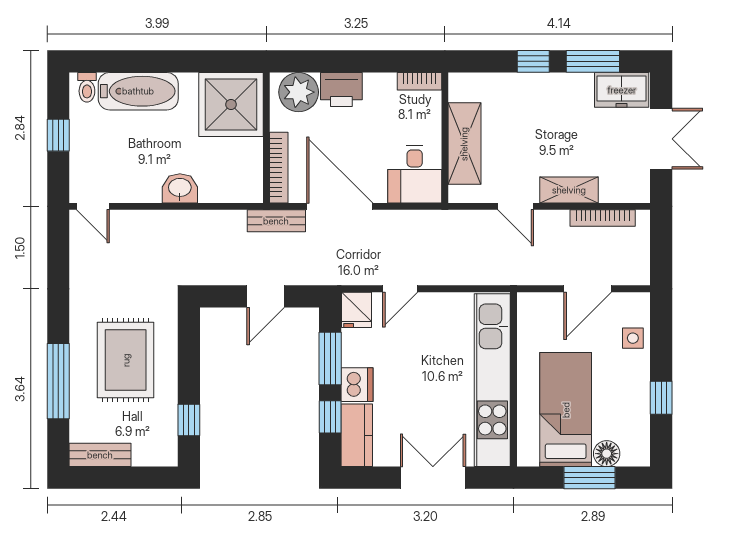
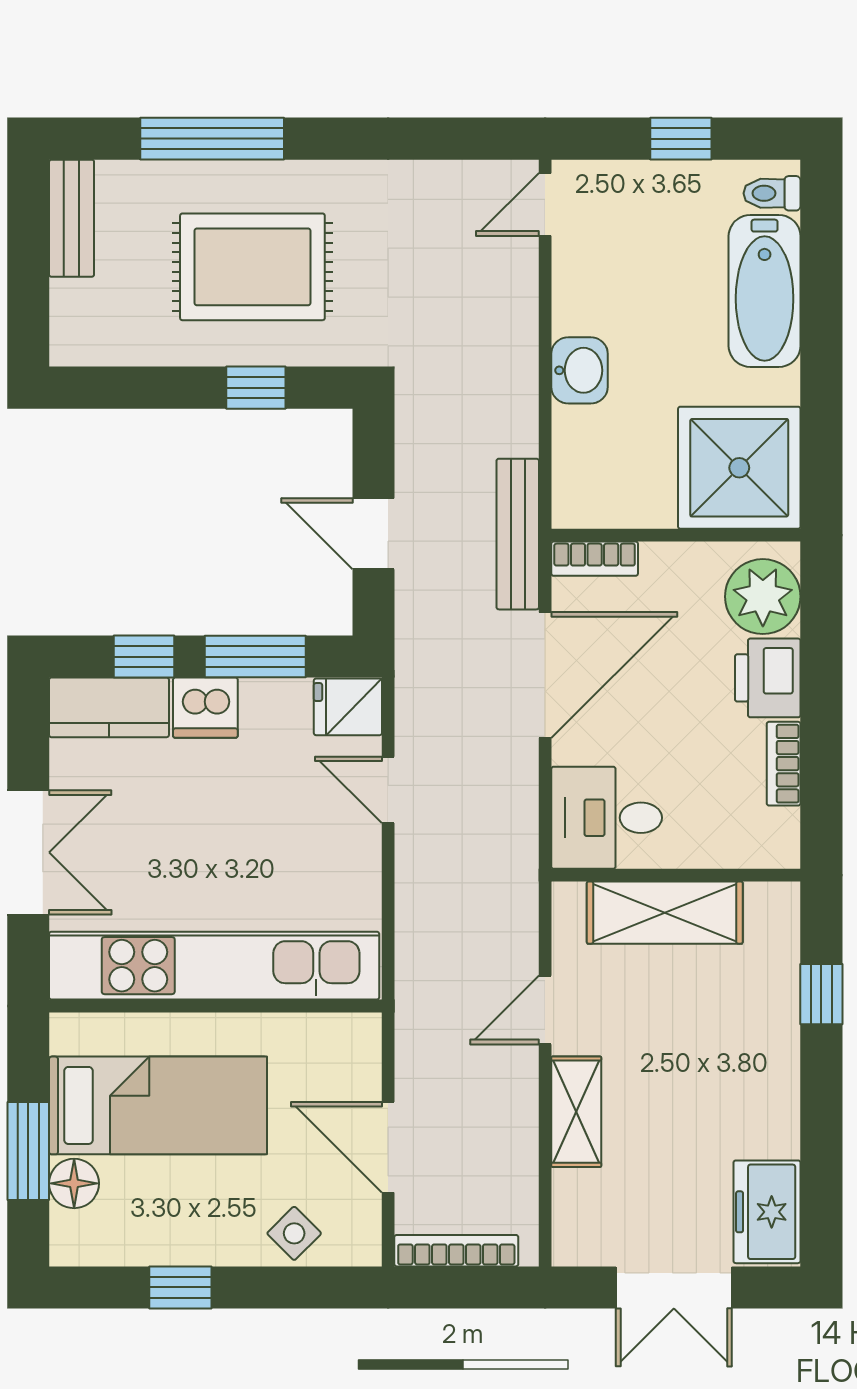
window: (533, 61) -> (821, 994), moved
window: (593, 61) -> (821, 1157), removed
bookcase: (419, 81) -> (784, 764), moved
bookcase: (279, 168) -> (595, 559), width x0.64
bookcase: (603, 218) -> (456, 1251), moved, turned 90
bench: (276, 221) -> (518, 534), width x1.36
side table: (633, 338) -> (294, 1233), turned 45
window: (189, 420) -> (256, 388), moved

